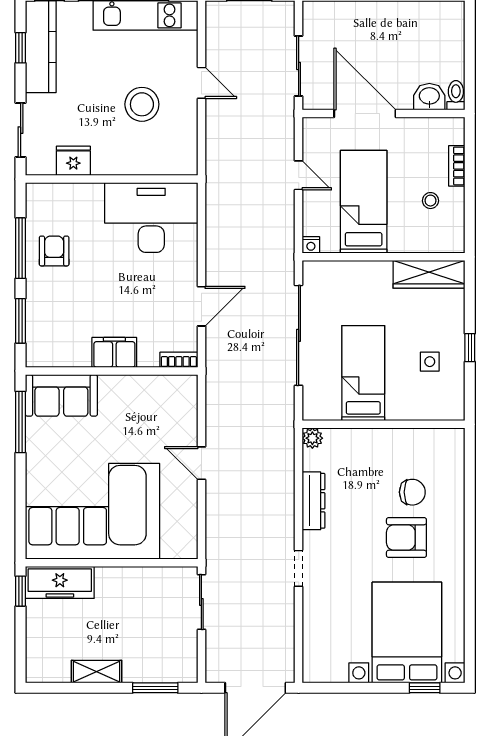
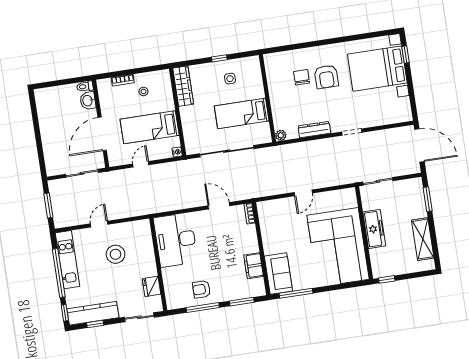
filing cabinet: (114, 352) -> (254, 266), moved
freezer: (60, 582) -> (374, 229), moved
shelving: (97, 672) -> (423, 239), width x1.50, depth x1.33

